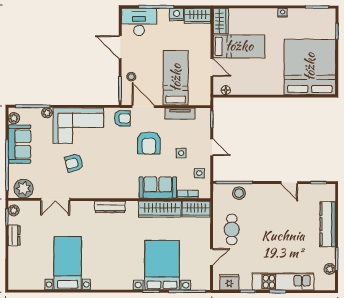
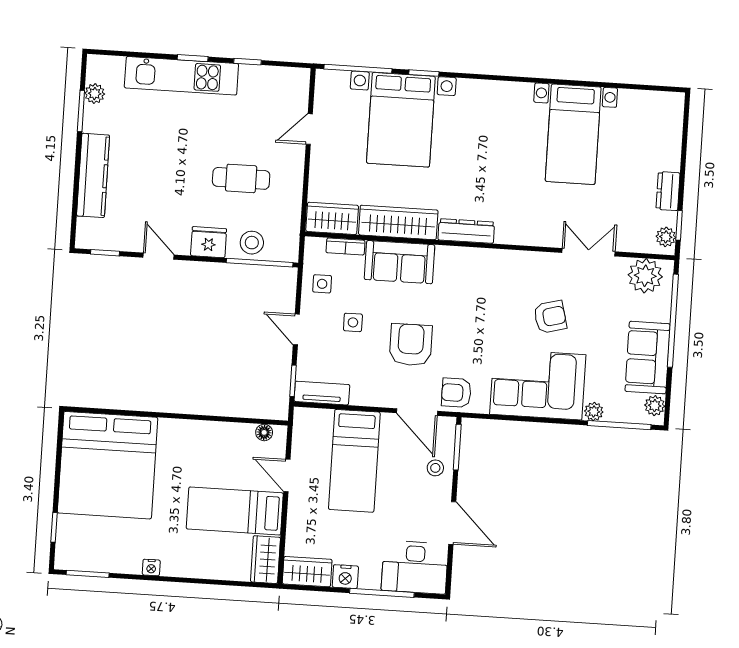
tv unit: (180, 114) -> (322, 393), moved
dresser: (110, 207) -> (466, 231), moved
cafe table: (232, 229) -> (241, 178), moved, turned 90
fridge: (229, 282) -> (209, 242), moved, turned 180

